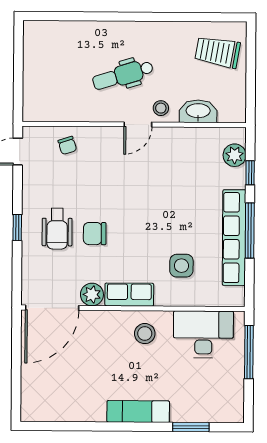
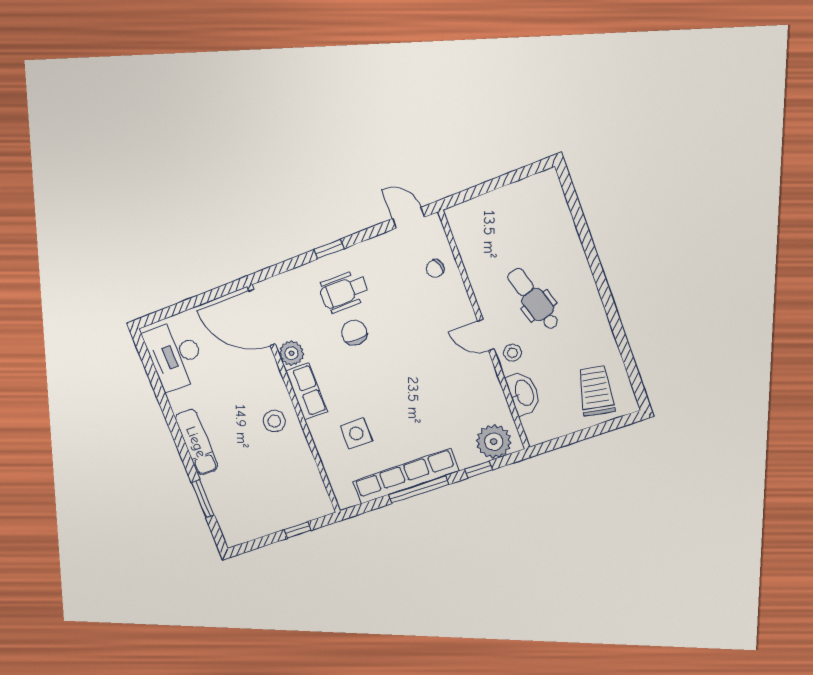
plant: (235, 155) -> (494, 442), width x1.36, depth x1.36
desk: (203, 334) -> (175, 355), moved, turned 180
window: (249, 352) -> (297, 530), width x0.46

